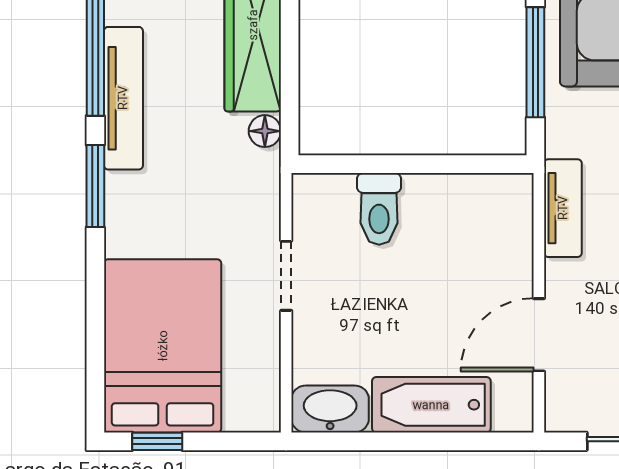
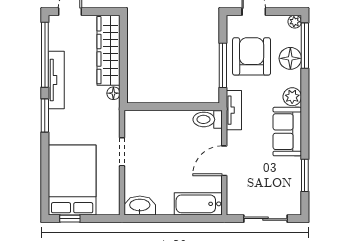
tv unit: (563, 208) -> (234, 110), moved
toilet: (379, 209) -> (208, 119), moved, turned 90
door: (539, 335) -> (224, 161), moved
bathtub: (431, 405) -> (198, 204), moved

